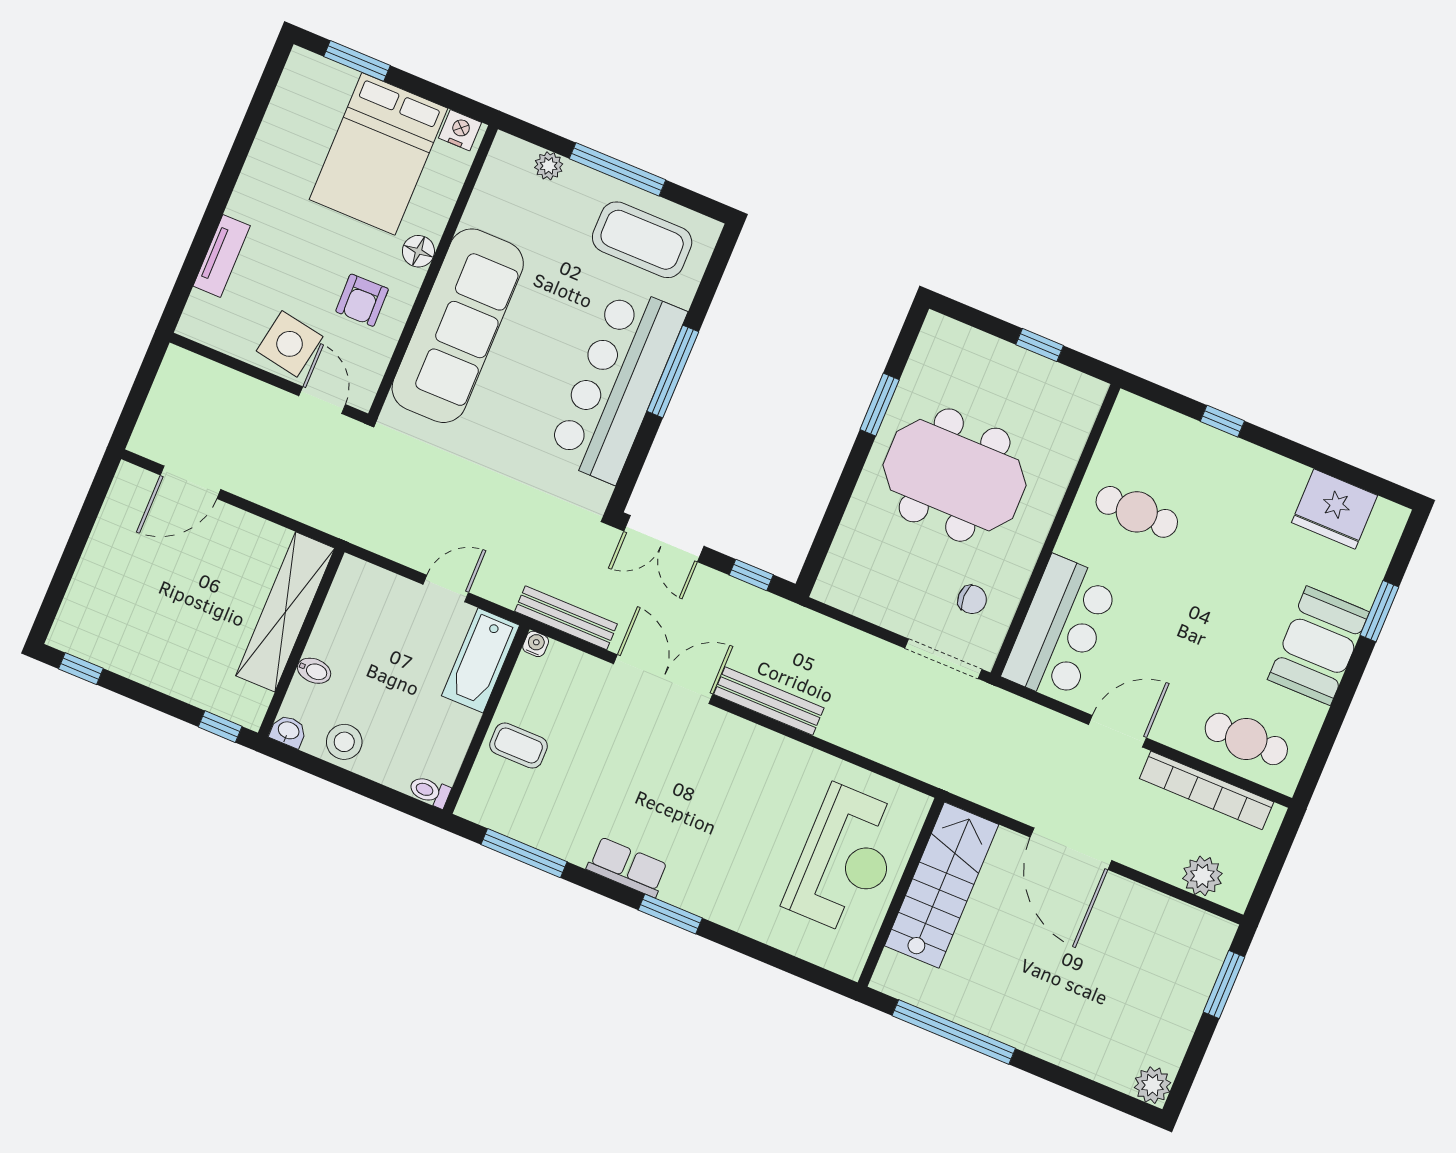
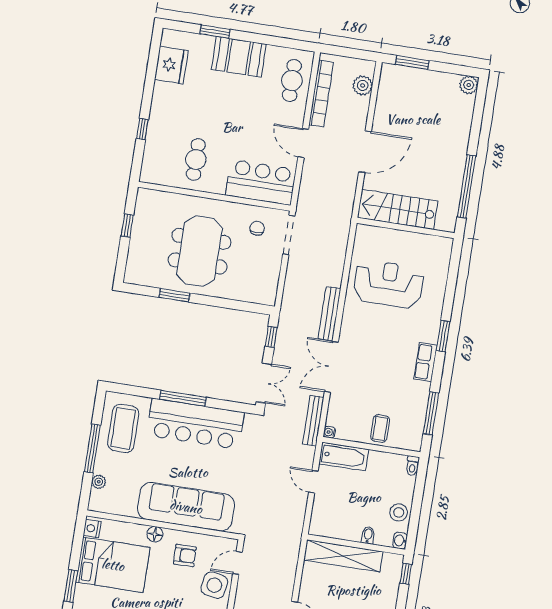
reception desk: (846, 860) -> (389, 284), moved

